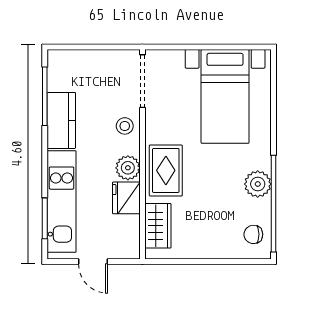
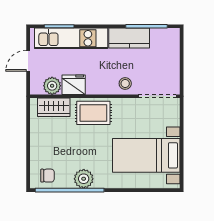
plant: (128, 168) -> (52, 86), moved
chair: (253, 234) -> (48, 176), turned 90

